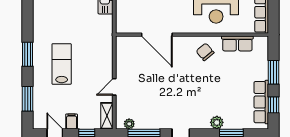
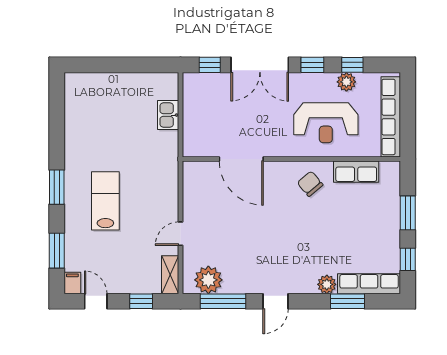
row of seats: (261, 102) -> (369, 284), moved, turned 90
filing cabinet: (72, 121) -> (72, 283), moved
plant: (129, 124) -> (208, 280), width x1.87, depth x1.87

